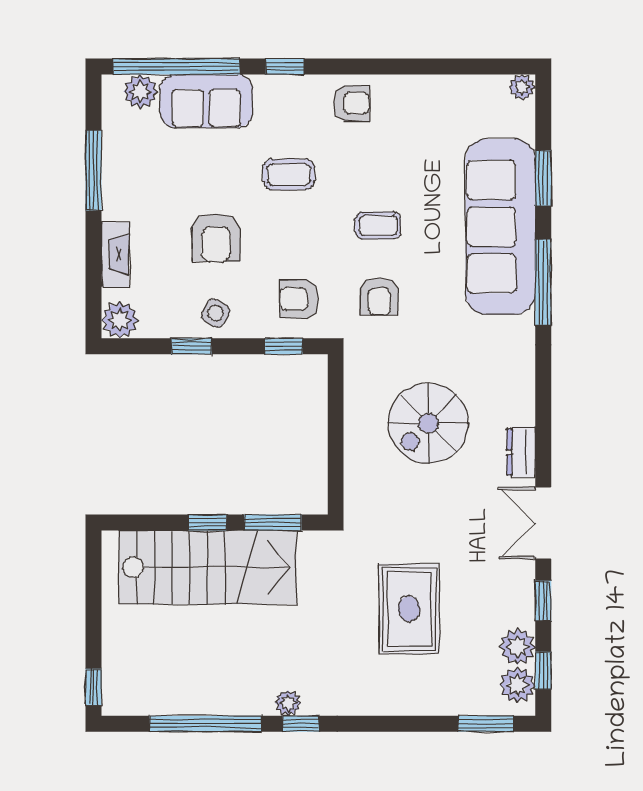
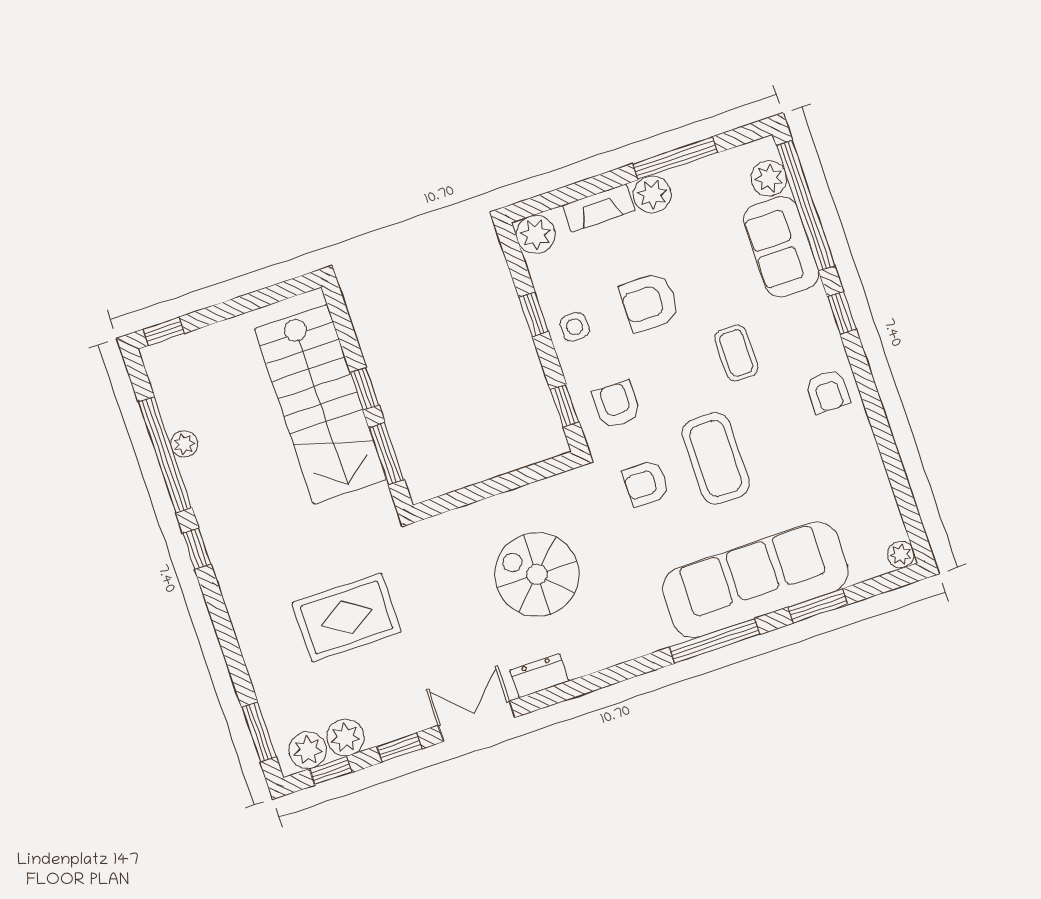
plant: (119, 202) -> (652, 194), added
coffee table: (378, 225) -> (716, 458), width x1.86, depth x1.72
side table: (216, 313) -> (575, 327), turned -30
plant: (288, 703) -> (184, 444), moved

